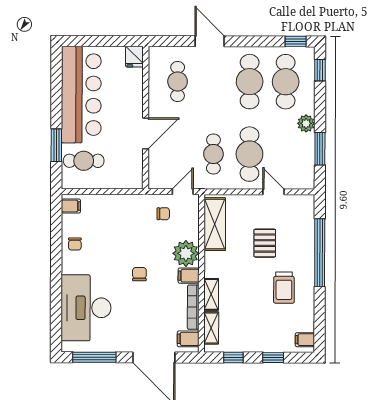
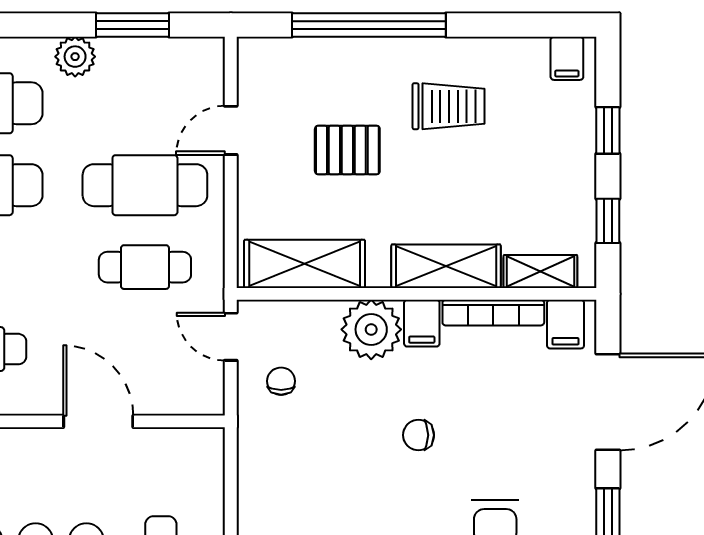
shelving: (211, 294) -> (446, 266), width x1.50, depth x1.33

